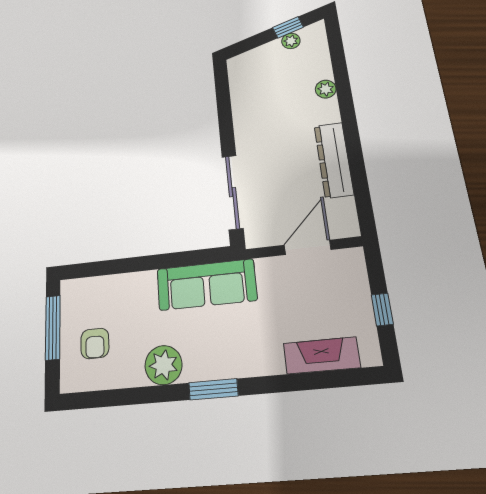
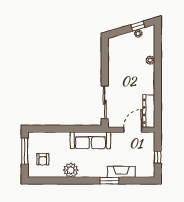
dresser: (334, 160) -> (149, 111), moved
fireplace: (322, 355) -> (121, 172), moved
window: (213, 389) -> (109, 181), moved

